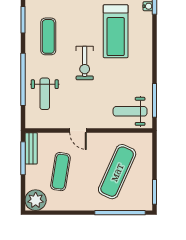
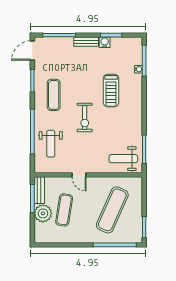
treadmill: (116, 31) -> (111, 91), width x0.73, depth x0.73
plant: (36, 200) -> (43, 213), moved

